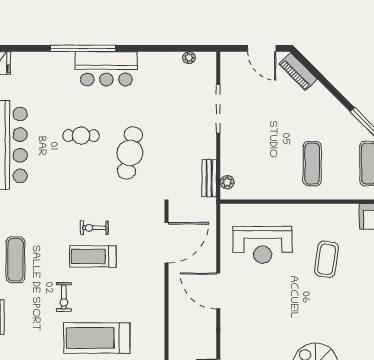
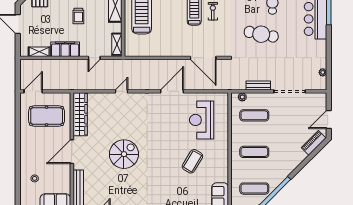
exercise mat: (255, 164) -> (254, 115), added
bench: (209, 178) -> (258, 85), moved
coffee table: (327, 259) -> (192, 161), turned -67

